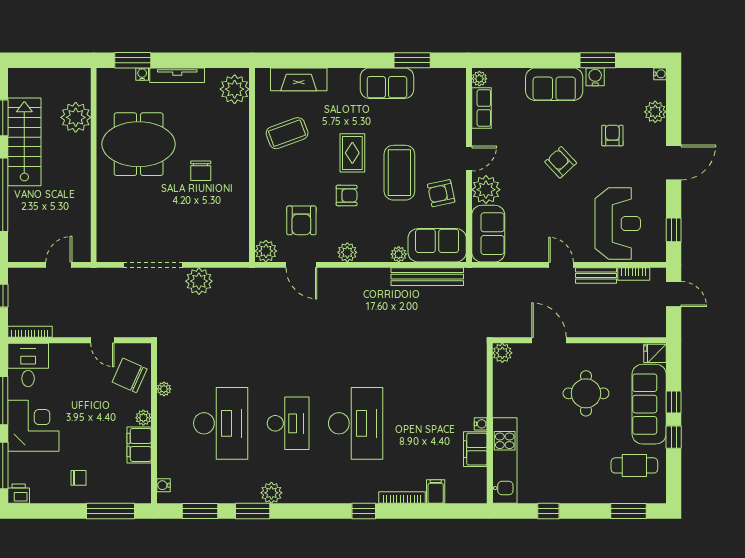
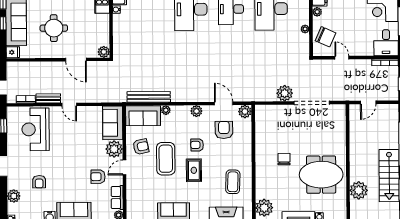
coffee table: (287, 133) -> (233, 182), turned -68
armchair: (561, 162) -> (98, 177), moved, turned 133

